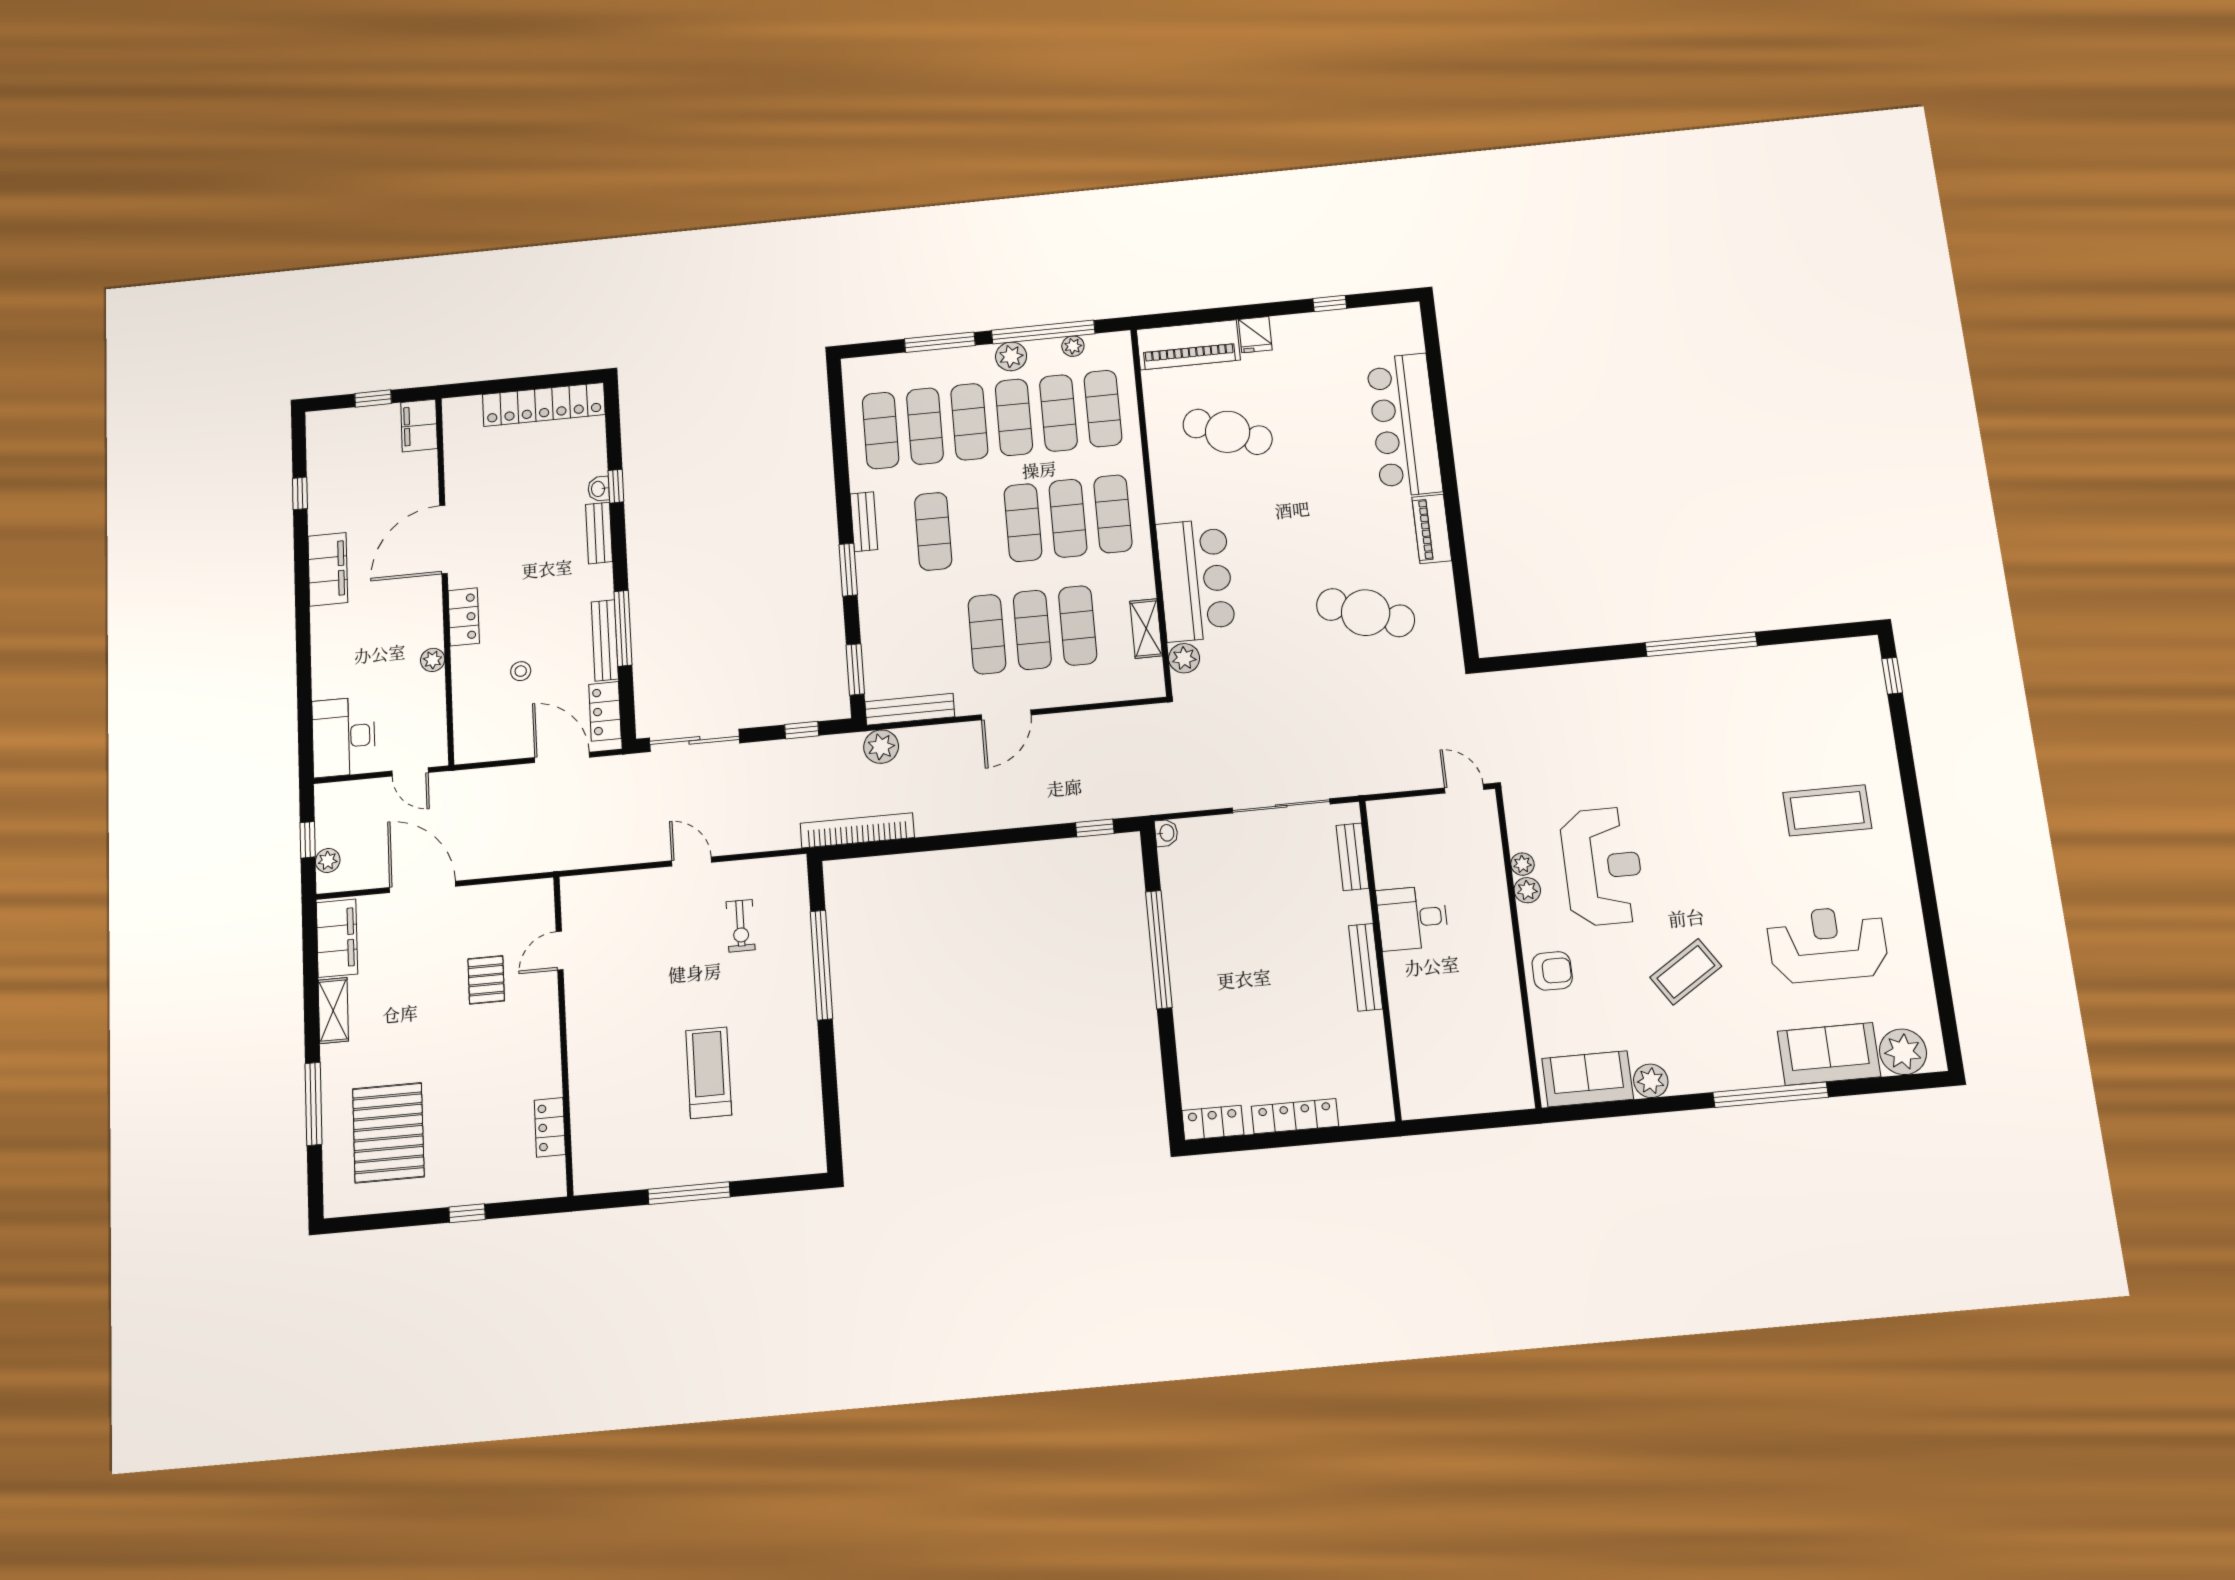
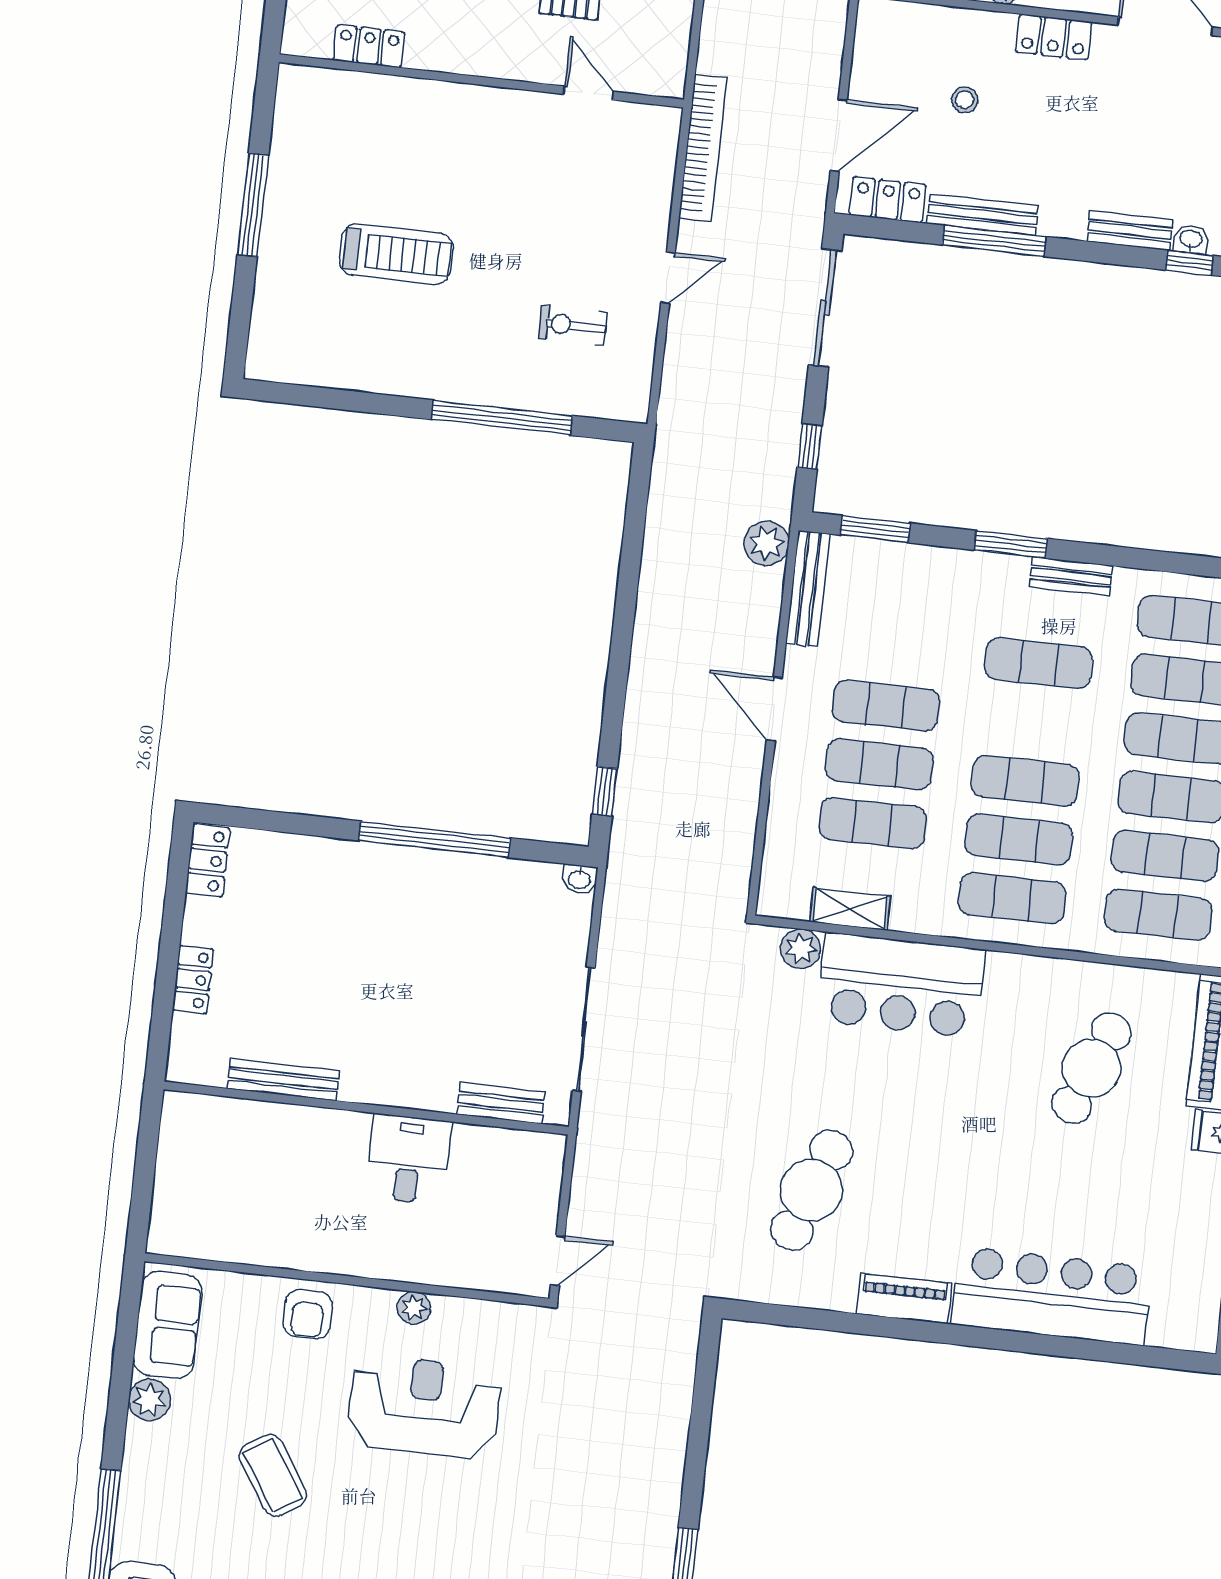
bookcase: (857, 830) -> (703, 148), moved
plant: (1522, 864) -> (448, 1310), removed
reception desk: (1603, 866) -> (424, 1407), turned 180
bench: (1366, 967) -> (283, 1080), moved
locker: (1295, 1116) -> (193, 980), width x0.66

